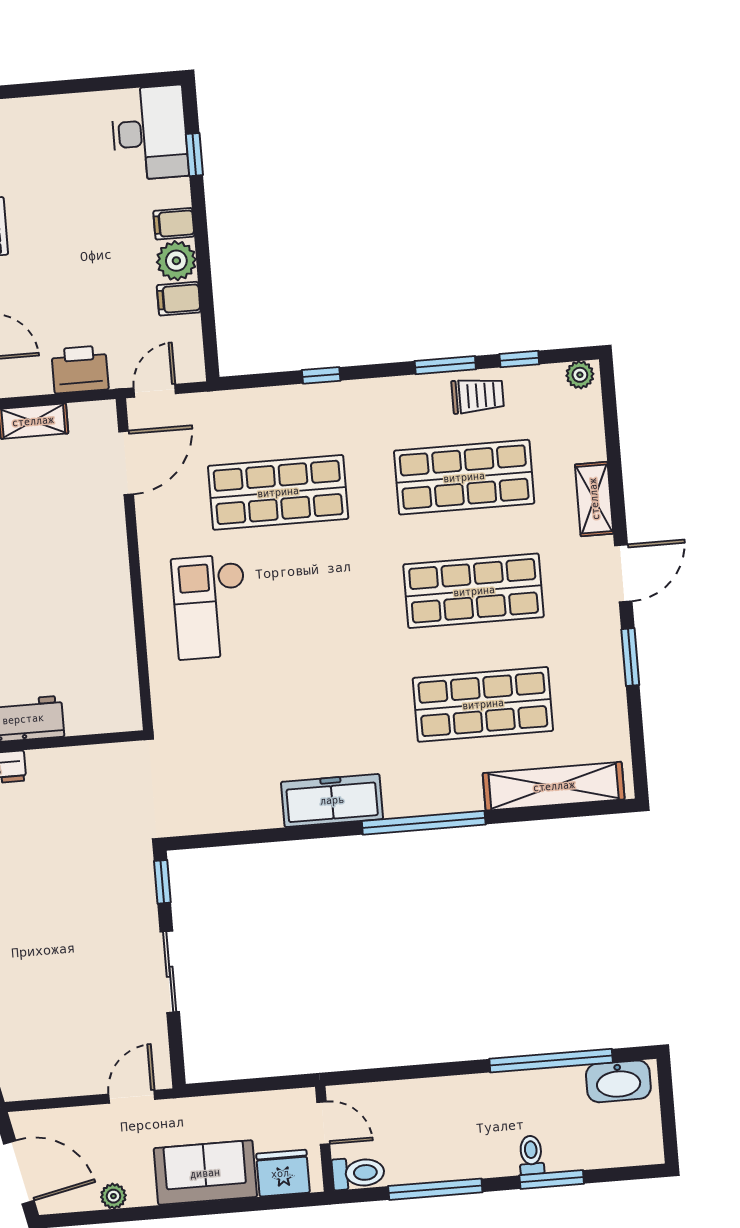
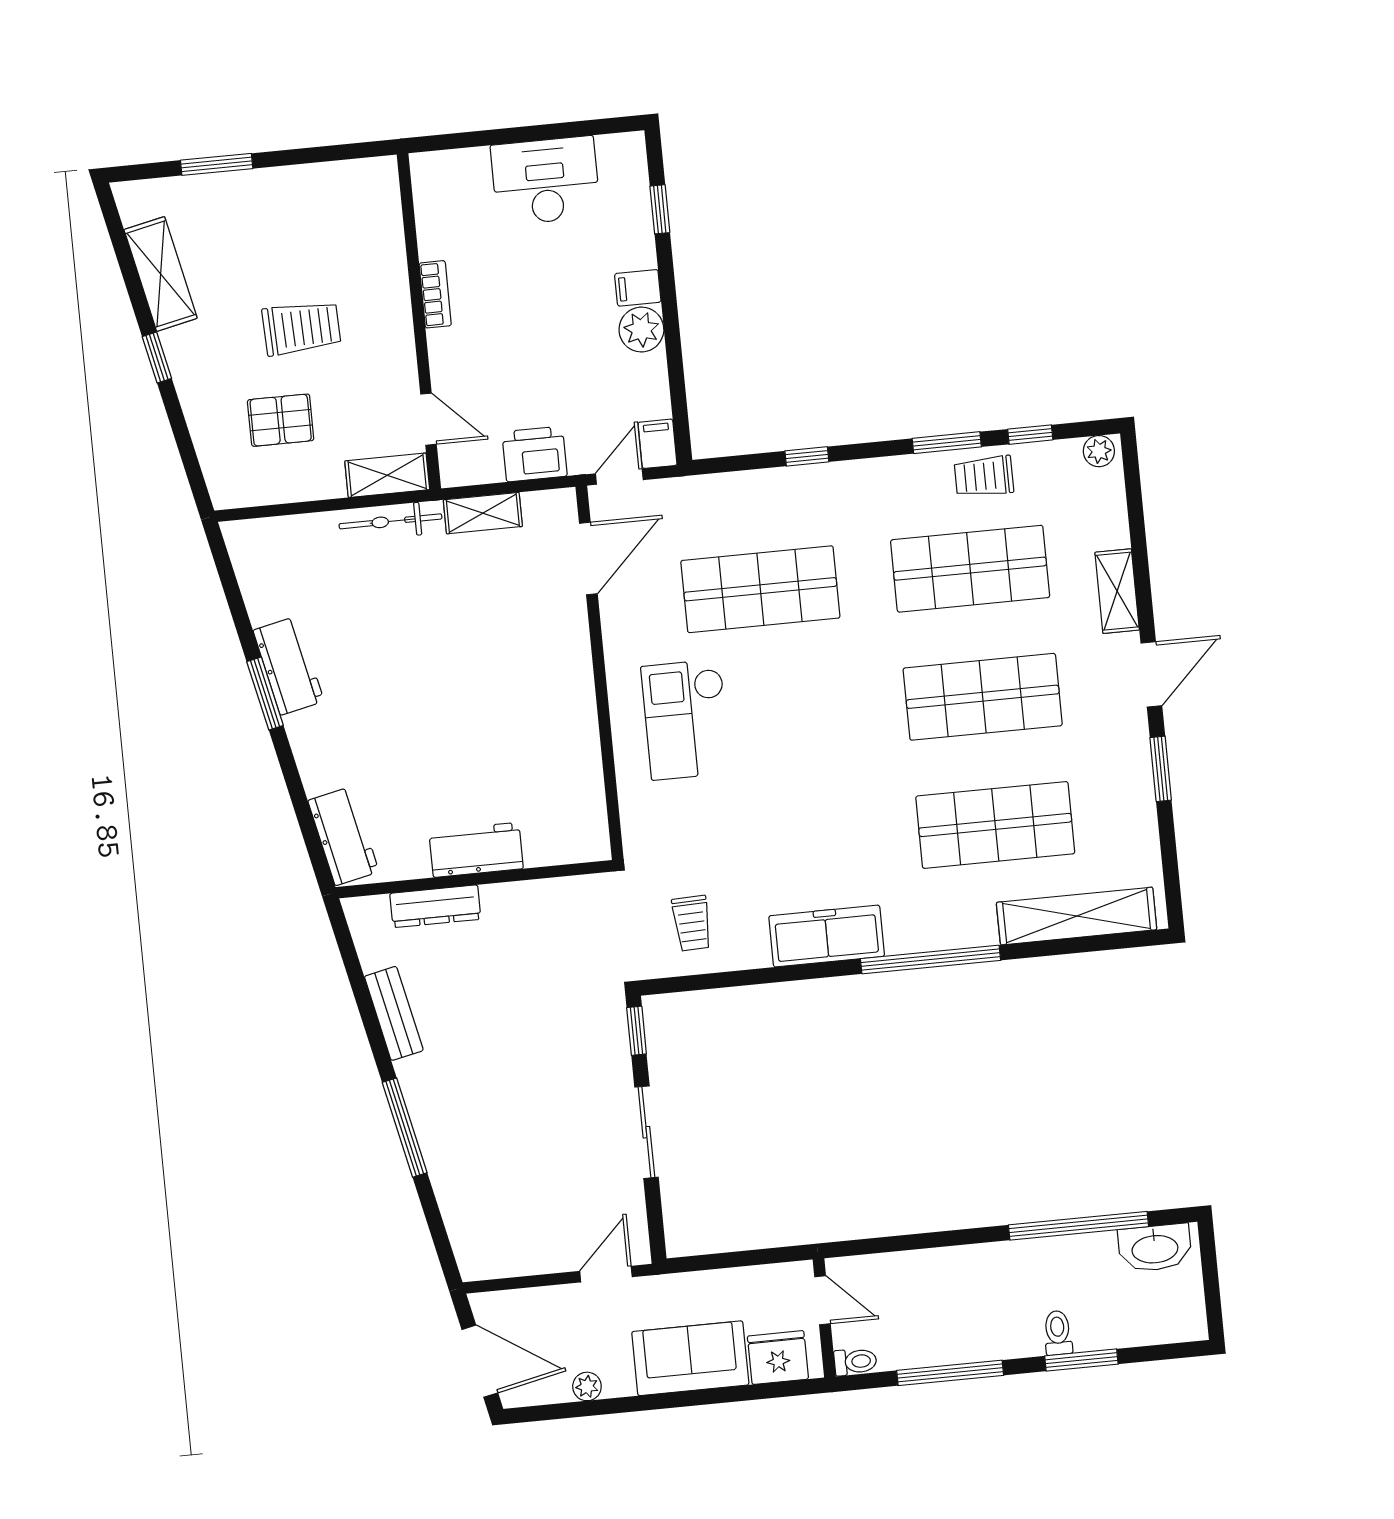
desk: (150, 133) -> (545, 181), moved, turned -90
filing cabinet: (179, 299) -> (658, 444), moved, turned 90
trolley: (478, 396) -> (984, 476), turned 180
trolley: (213, 787) -> (692, 923), added
toilet: (358, 1173) -> (855, 1362), width x0.73, depth x0.72

